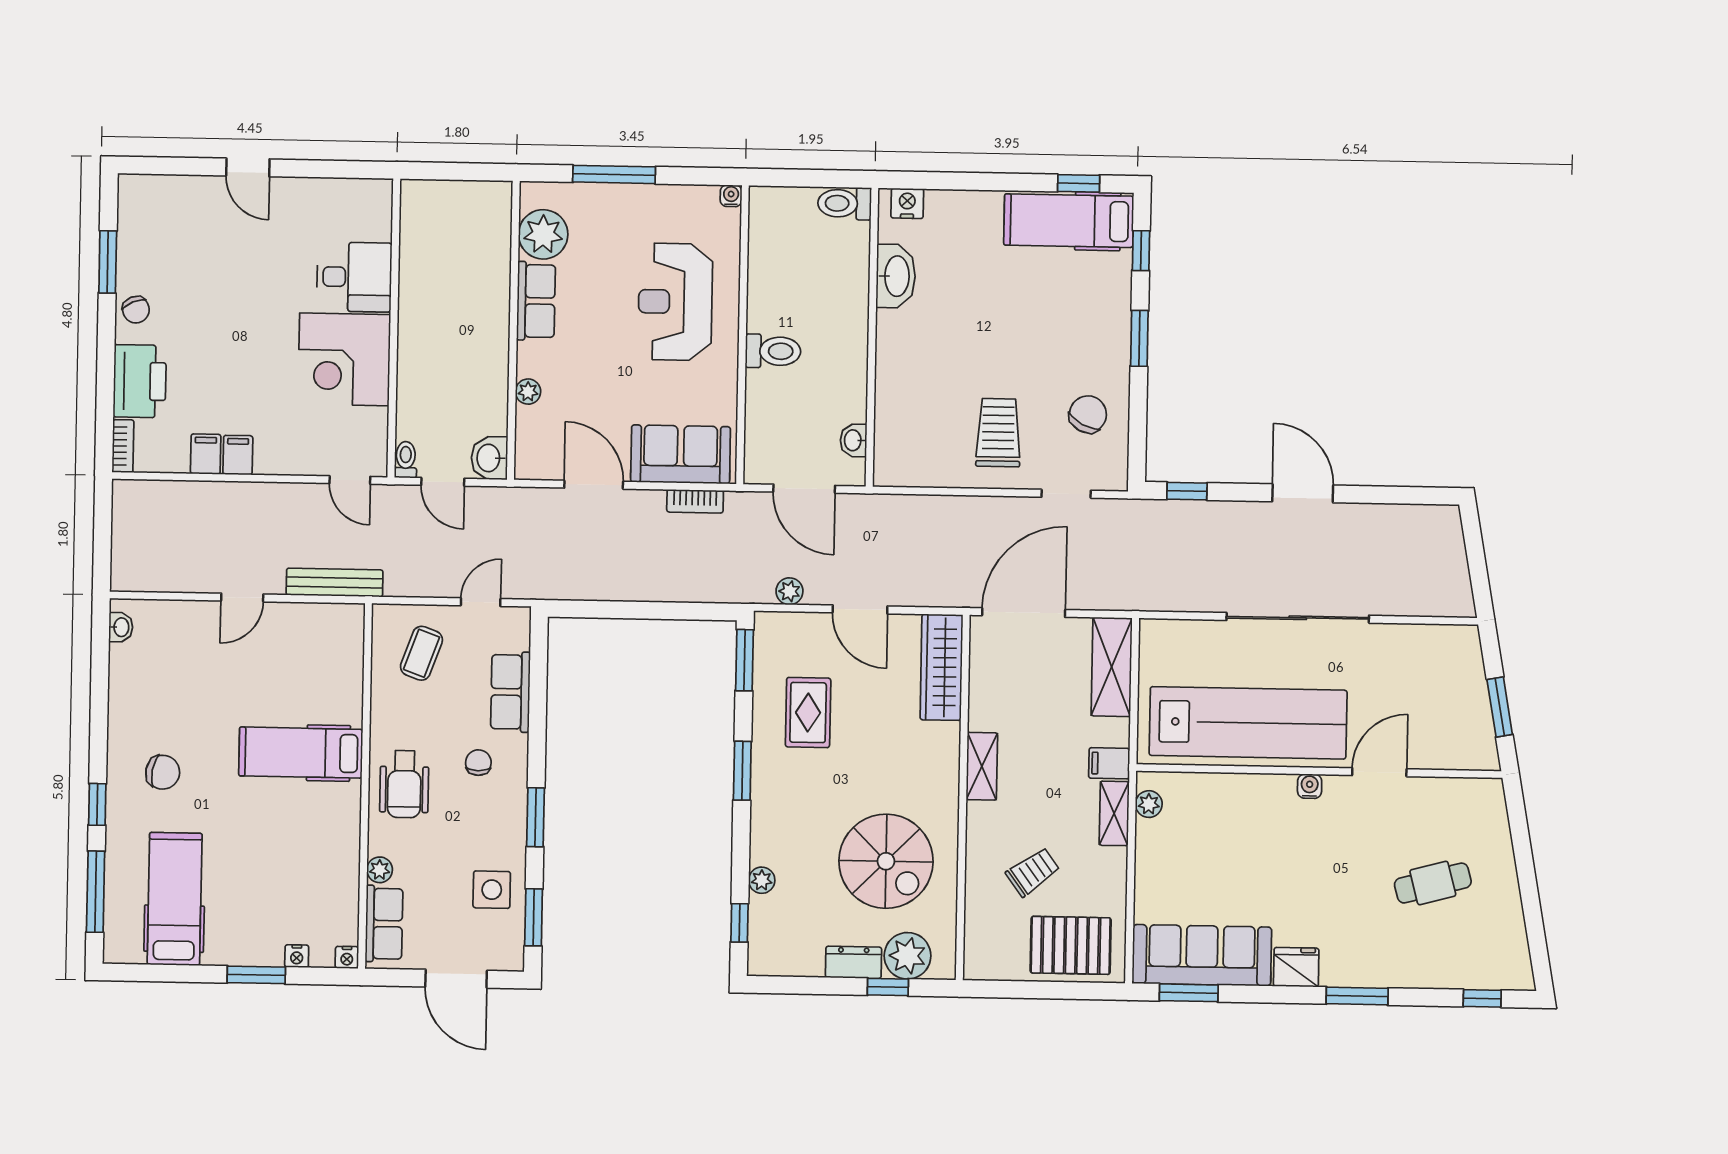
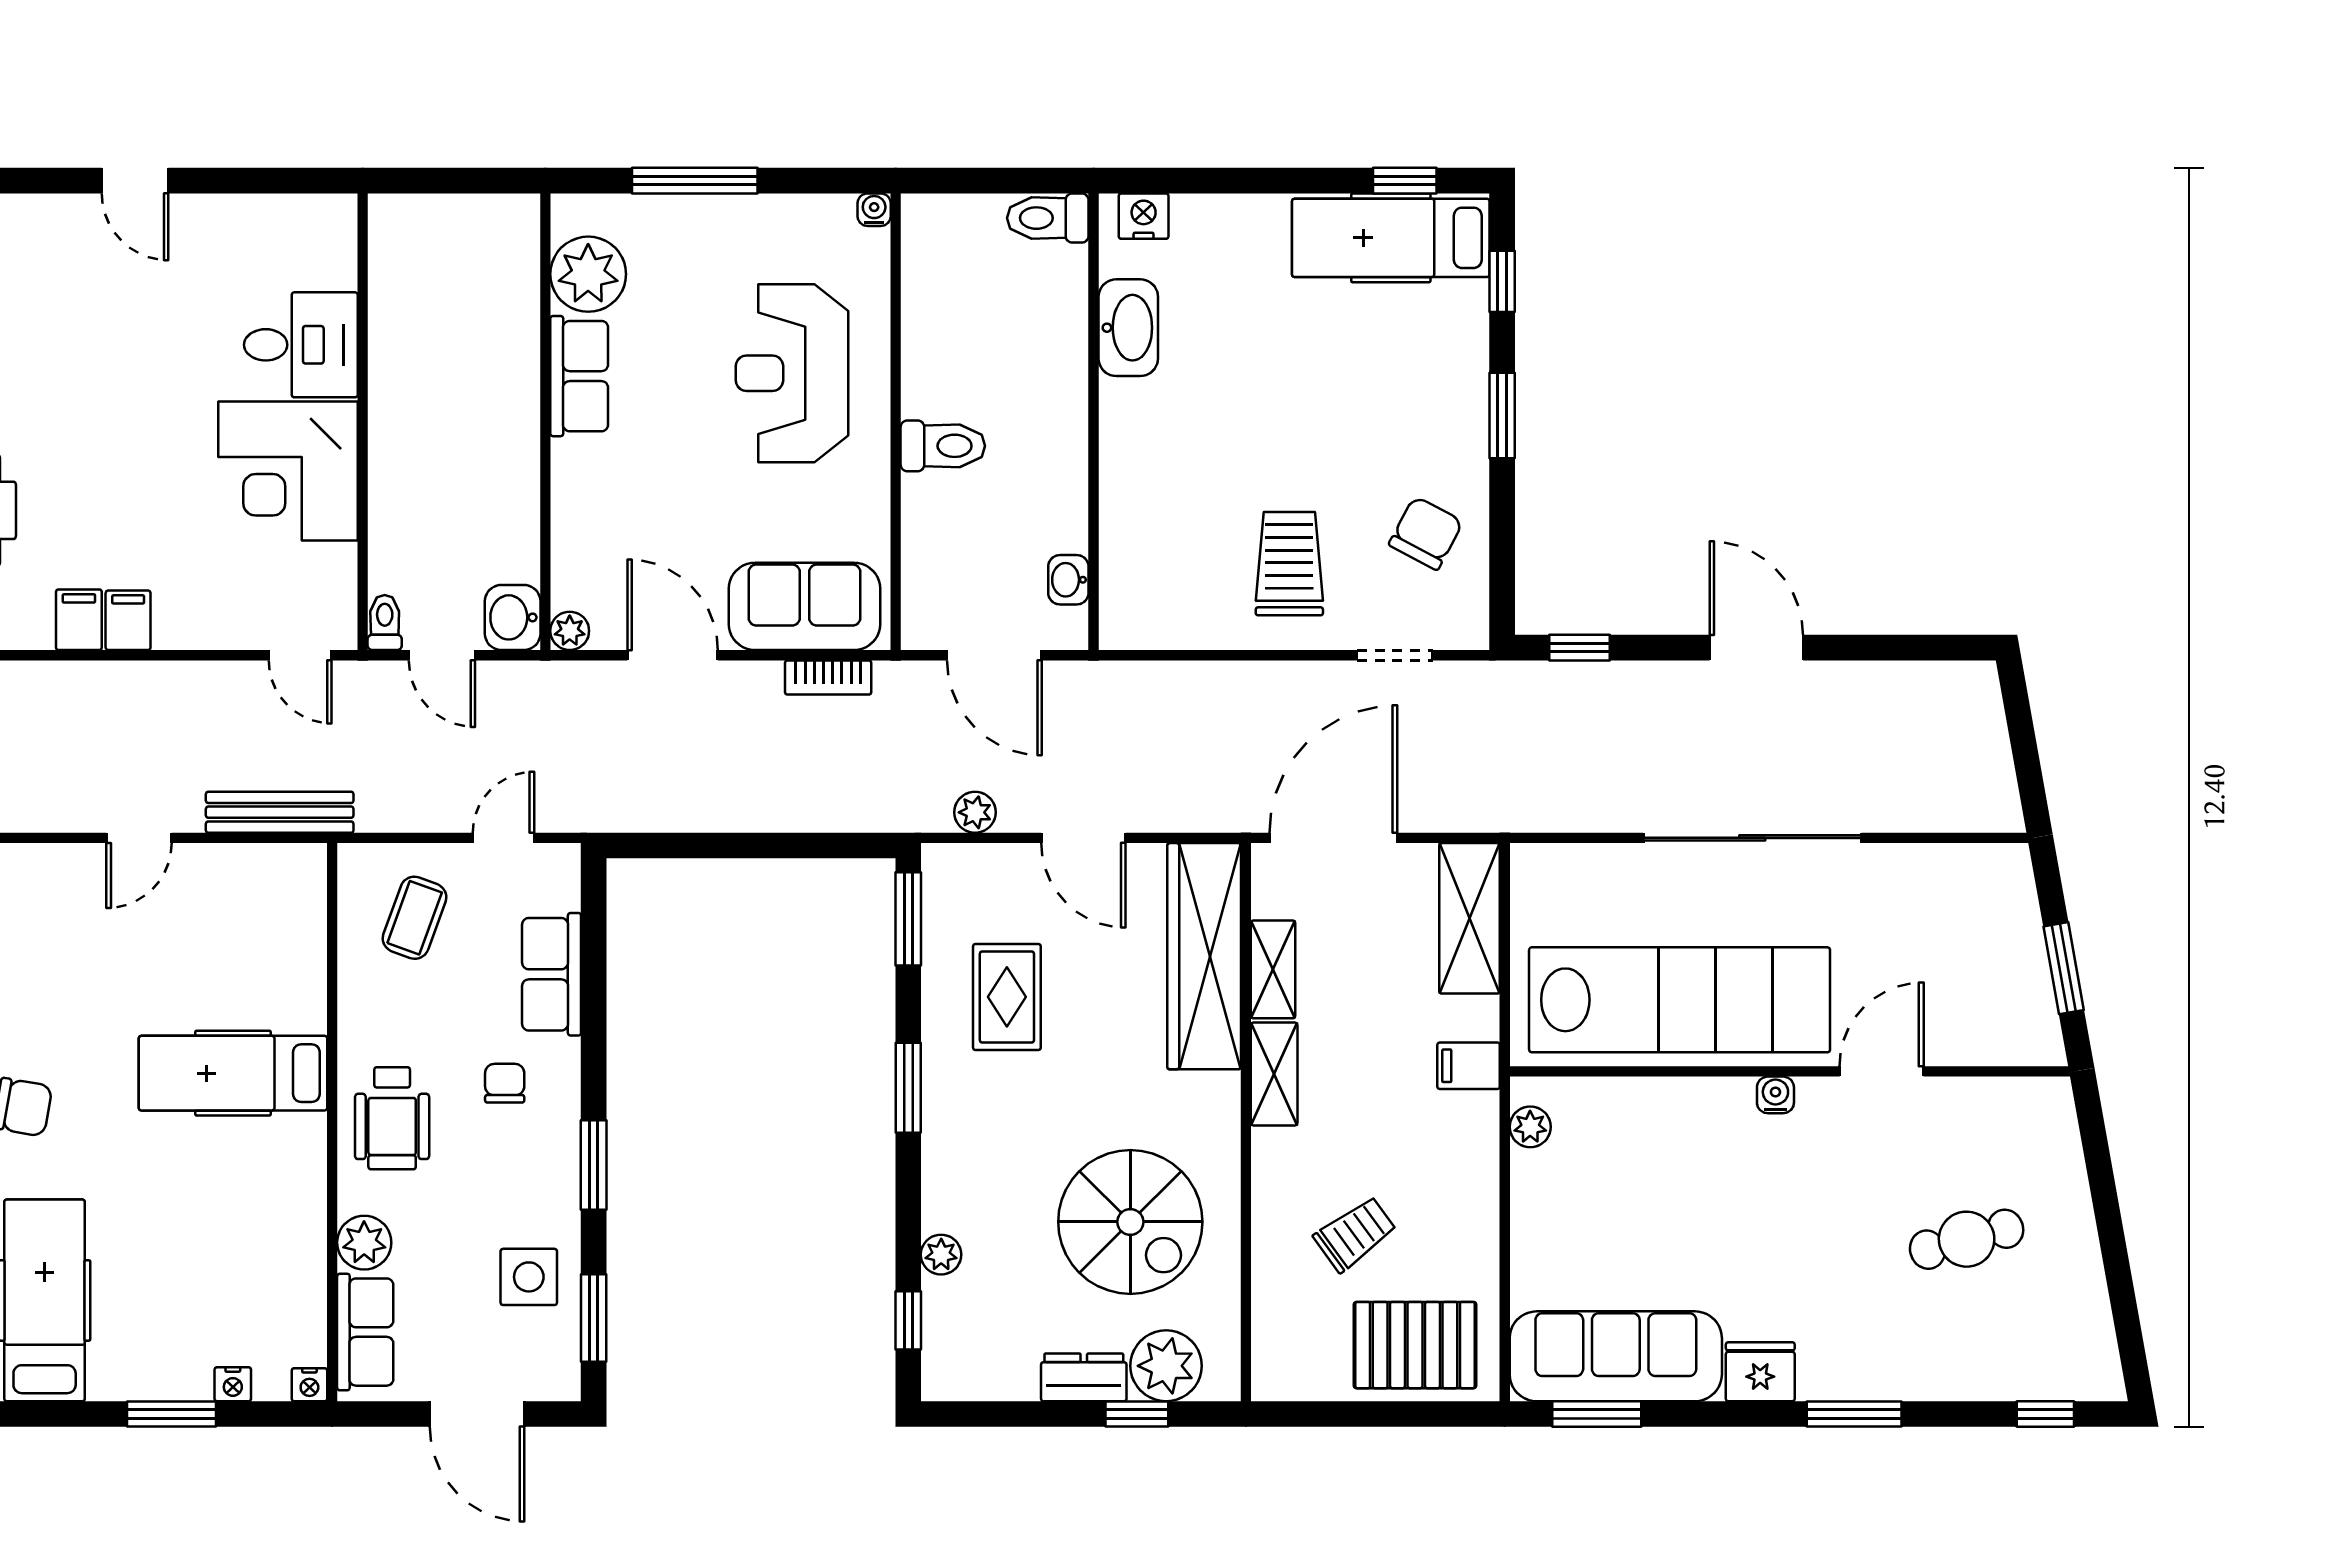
plant: (528, 392) -> (570, 631), moved
wardrobe: (941, 667) -> (1204, 956), width x1.40, depth x1.17
shelving: (1114, 813) -> (1273, 969), moved
plant: (380, 870) -> (364, 1243), width x1.38, depth x1.38

